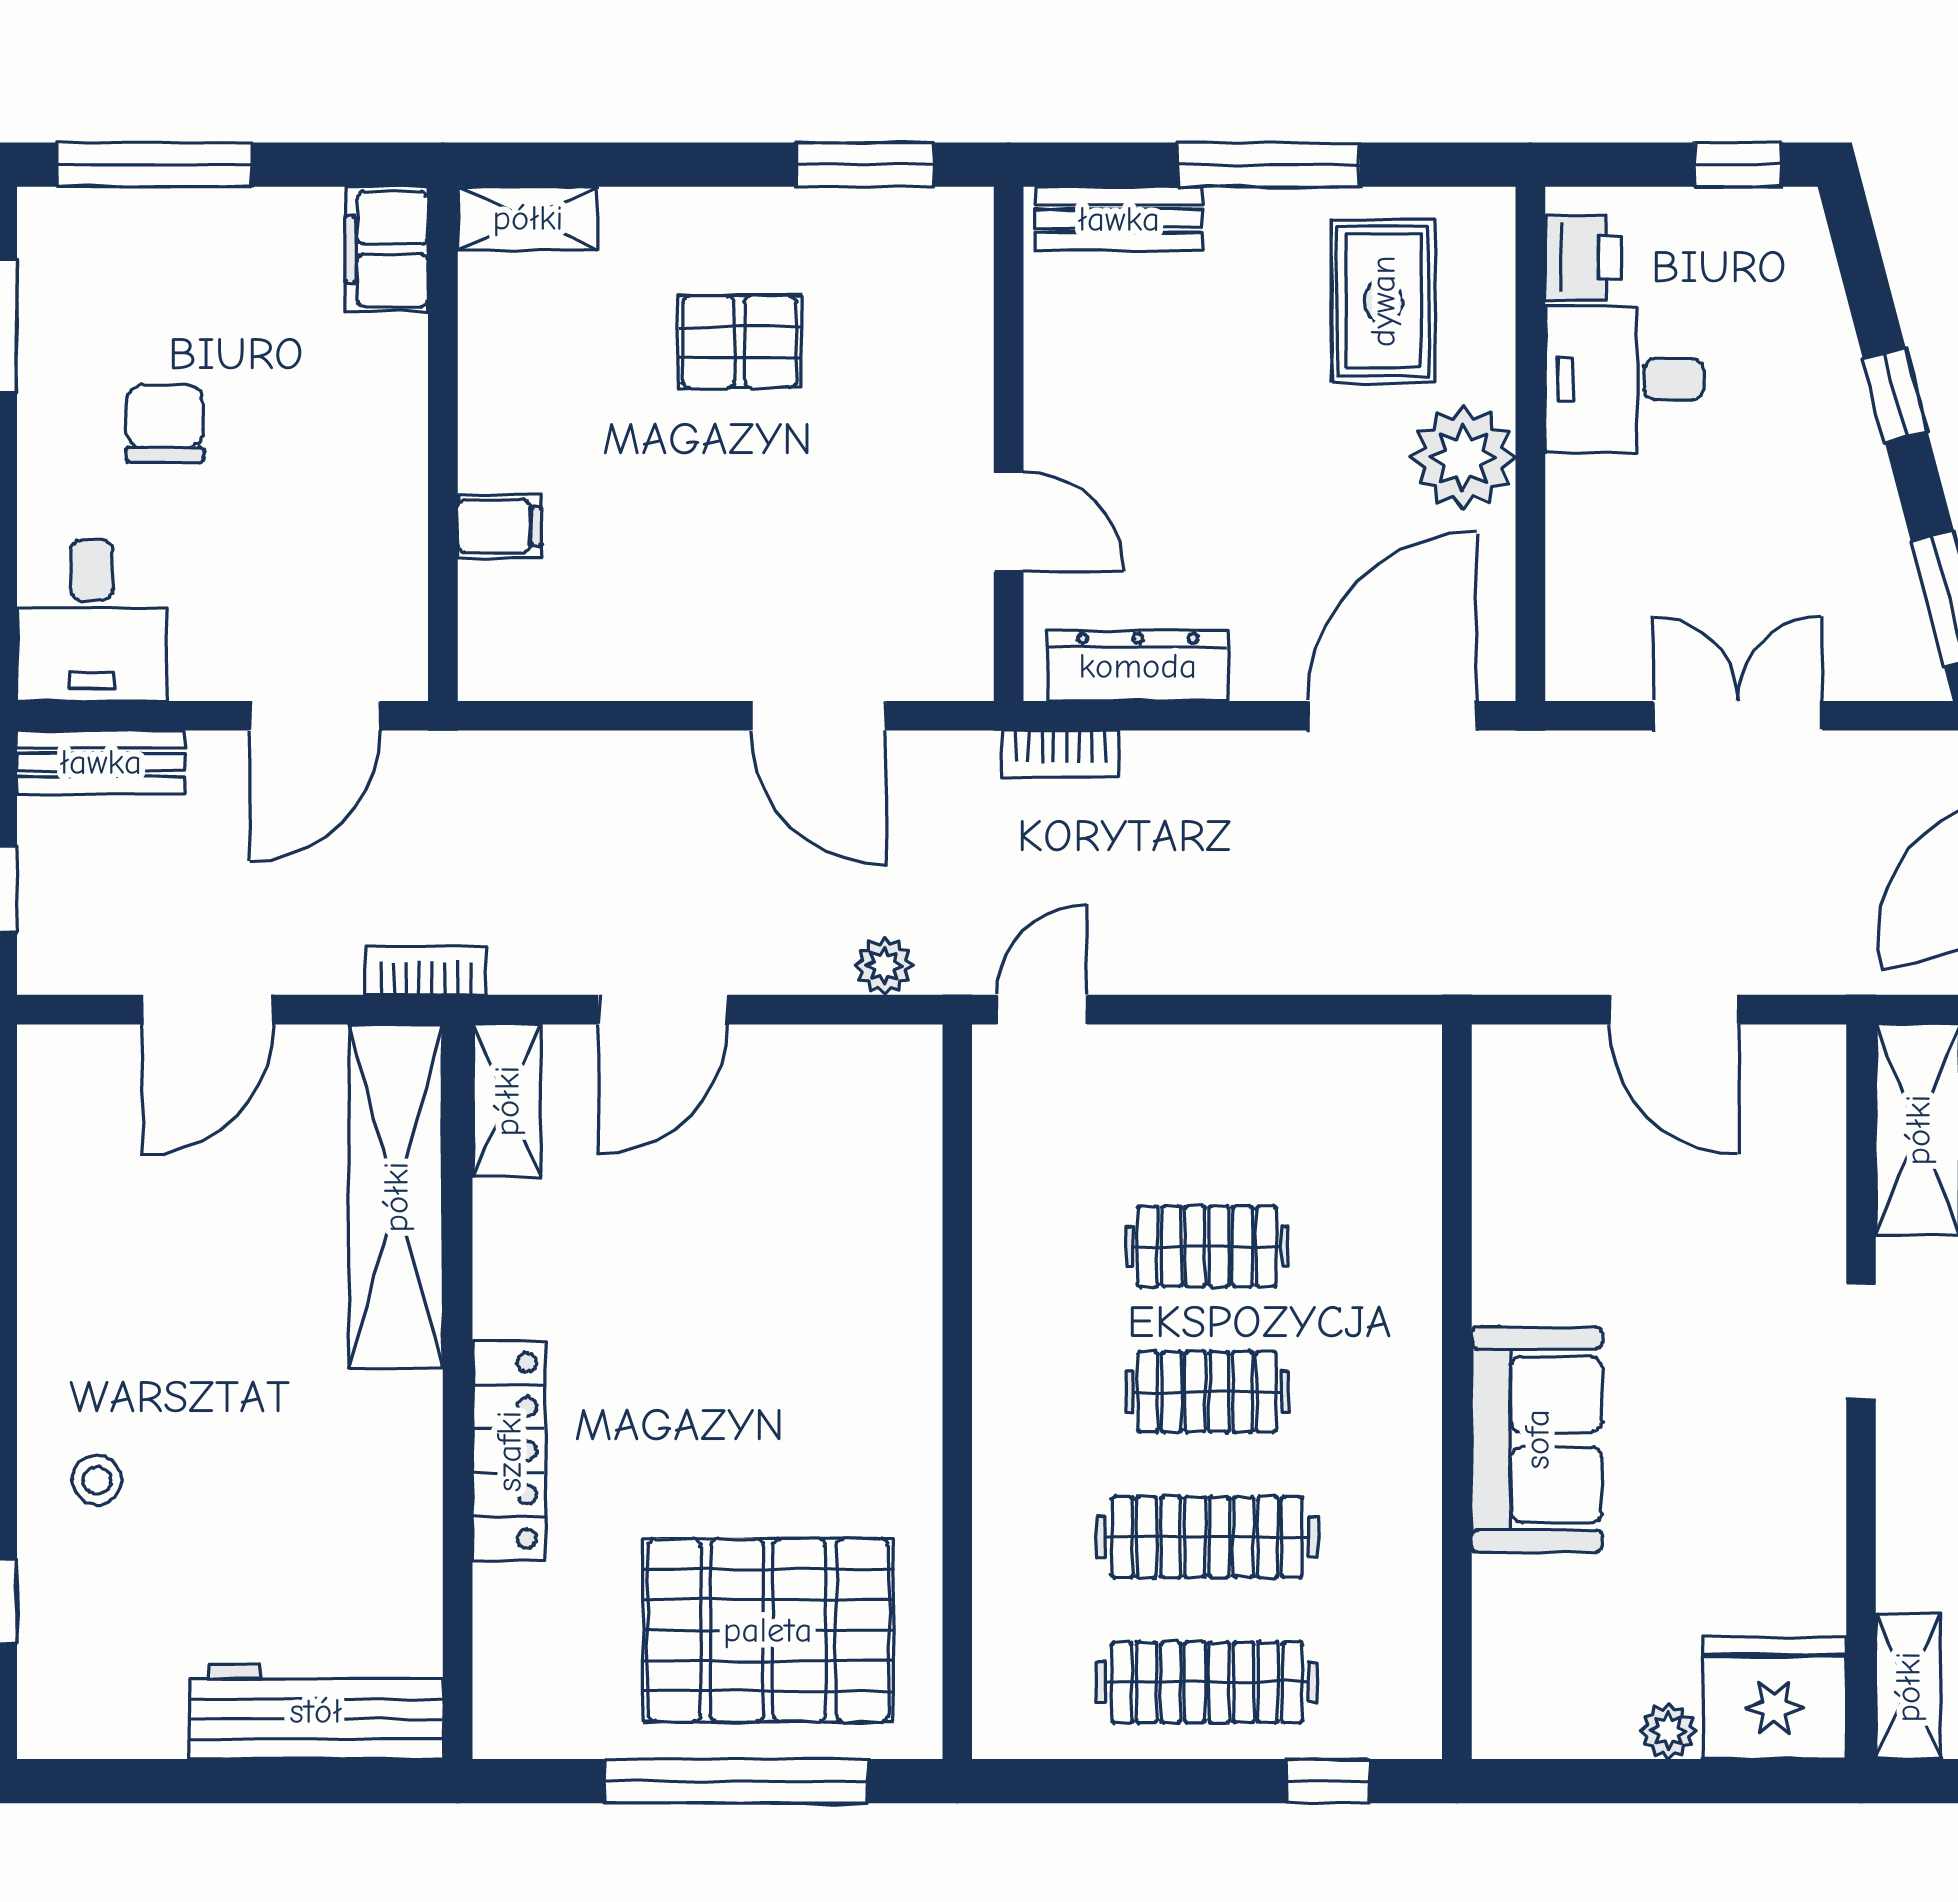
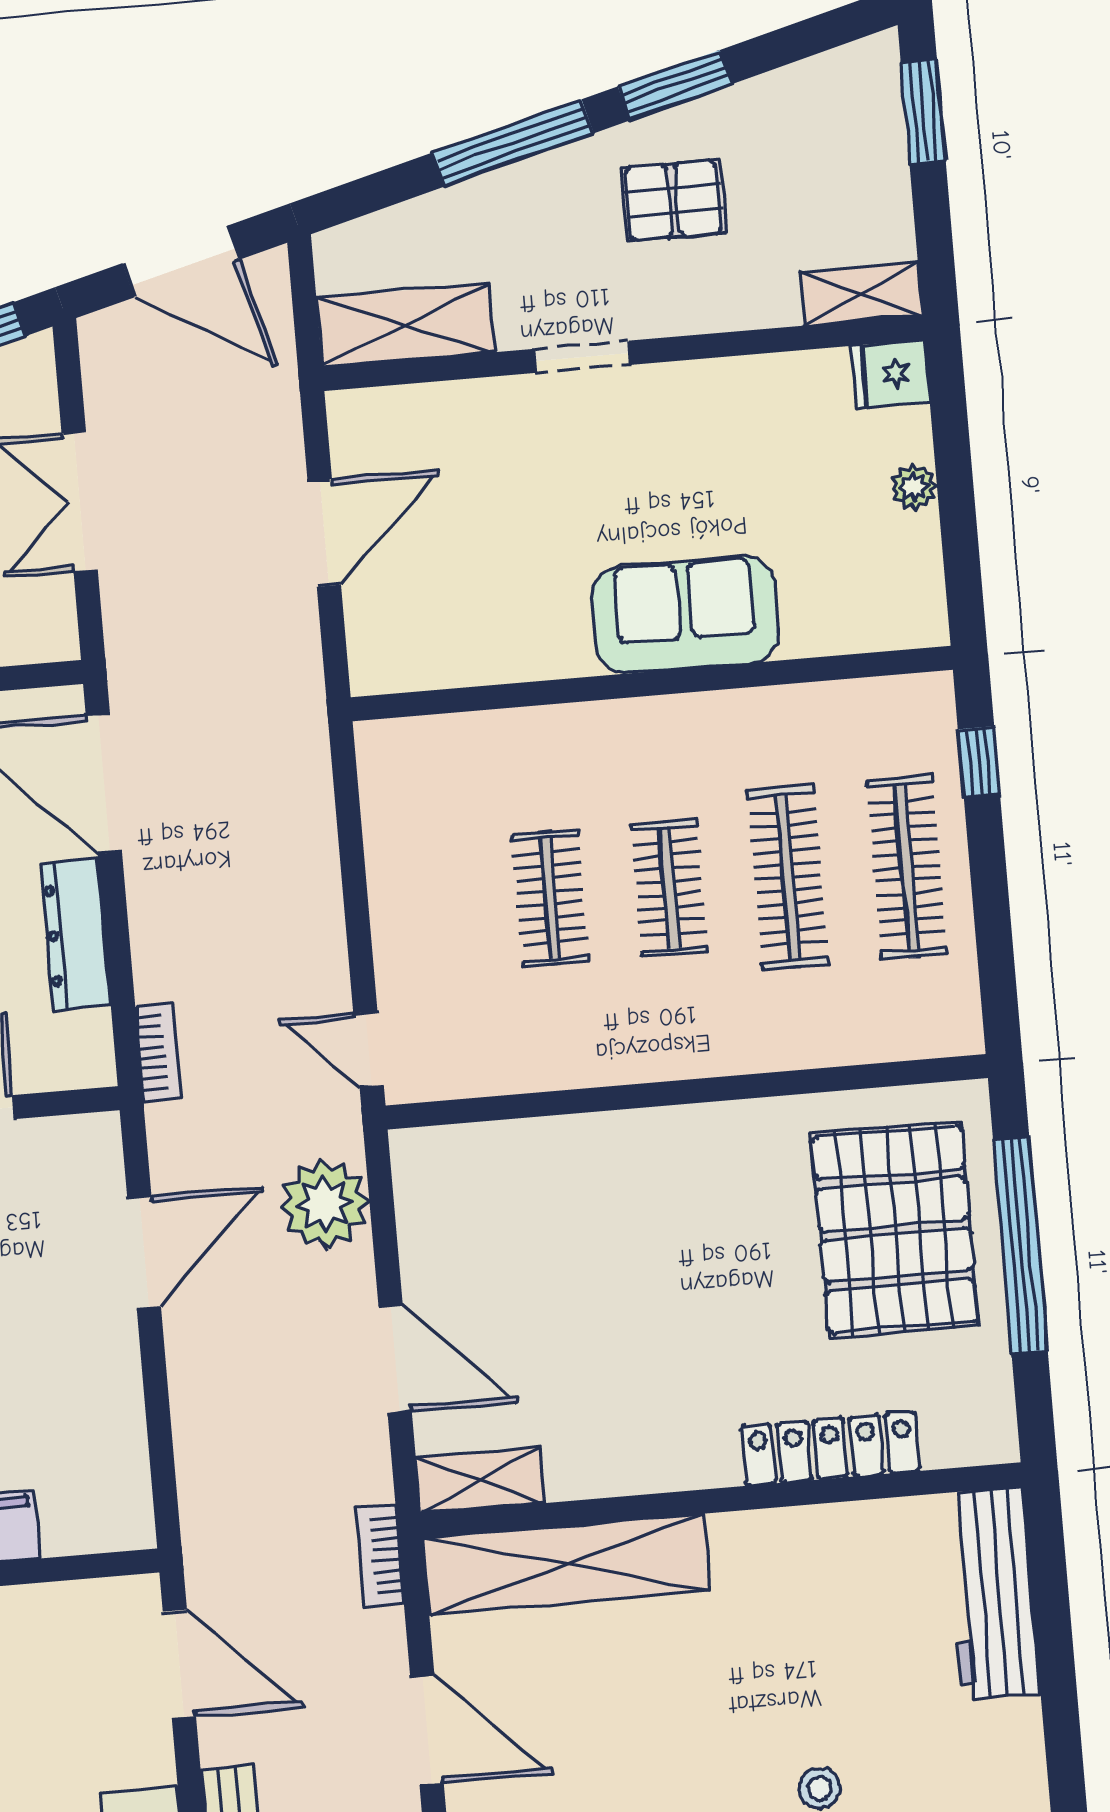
dresser: (1138, 666) -> (76, 934), moved
plant: (884, 966) -> (325, 1204), width x1.88, depth x1.88
locker: (509, 1451) -> (830, 1449), moved
fridge: (1774, 1698) -> (890, 374), width x0.53, depth x0.75

